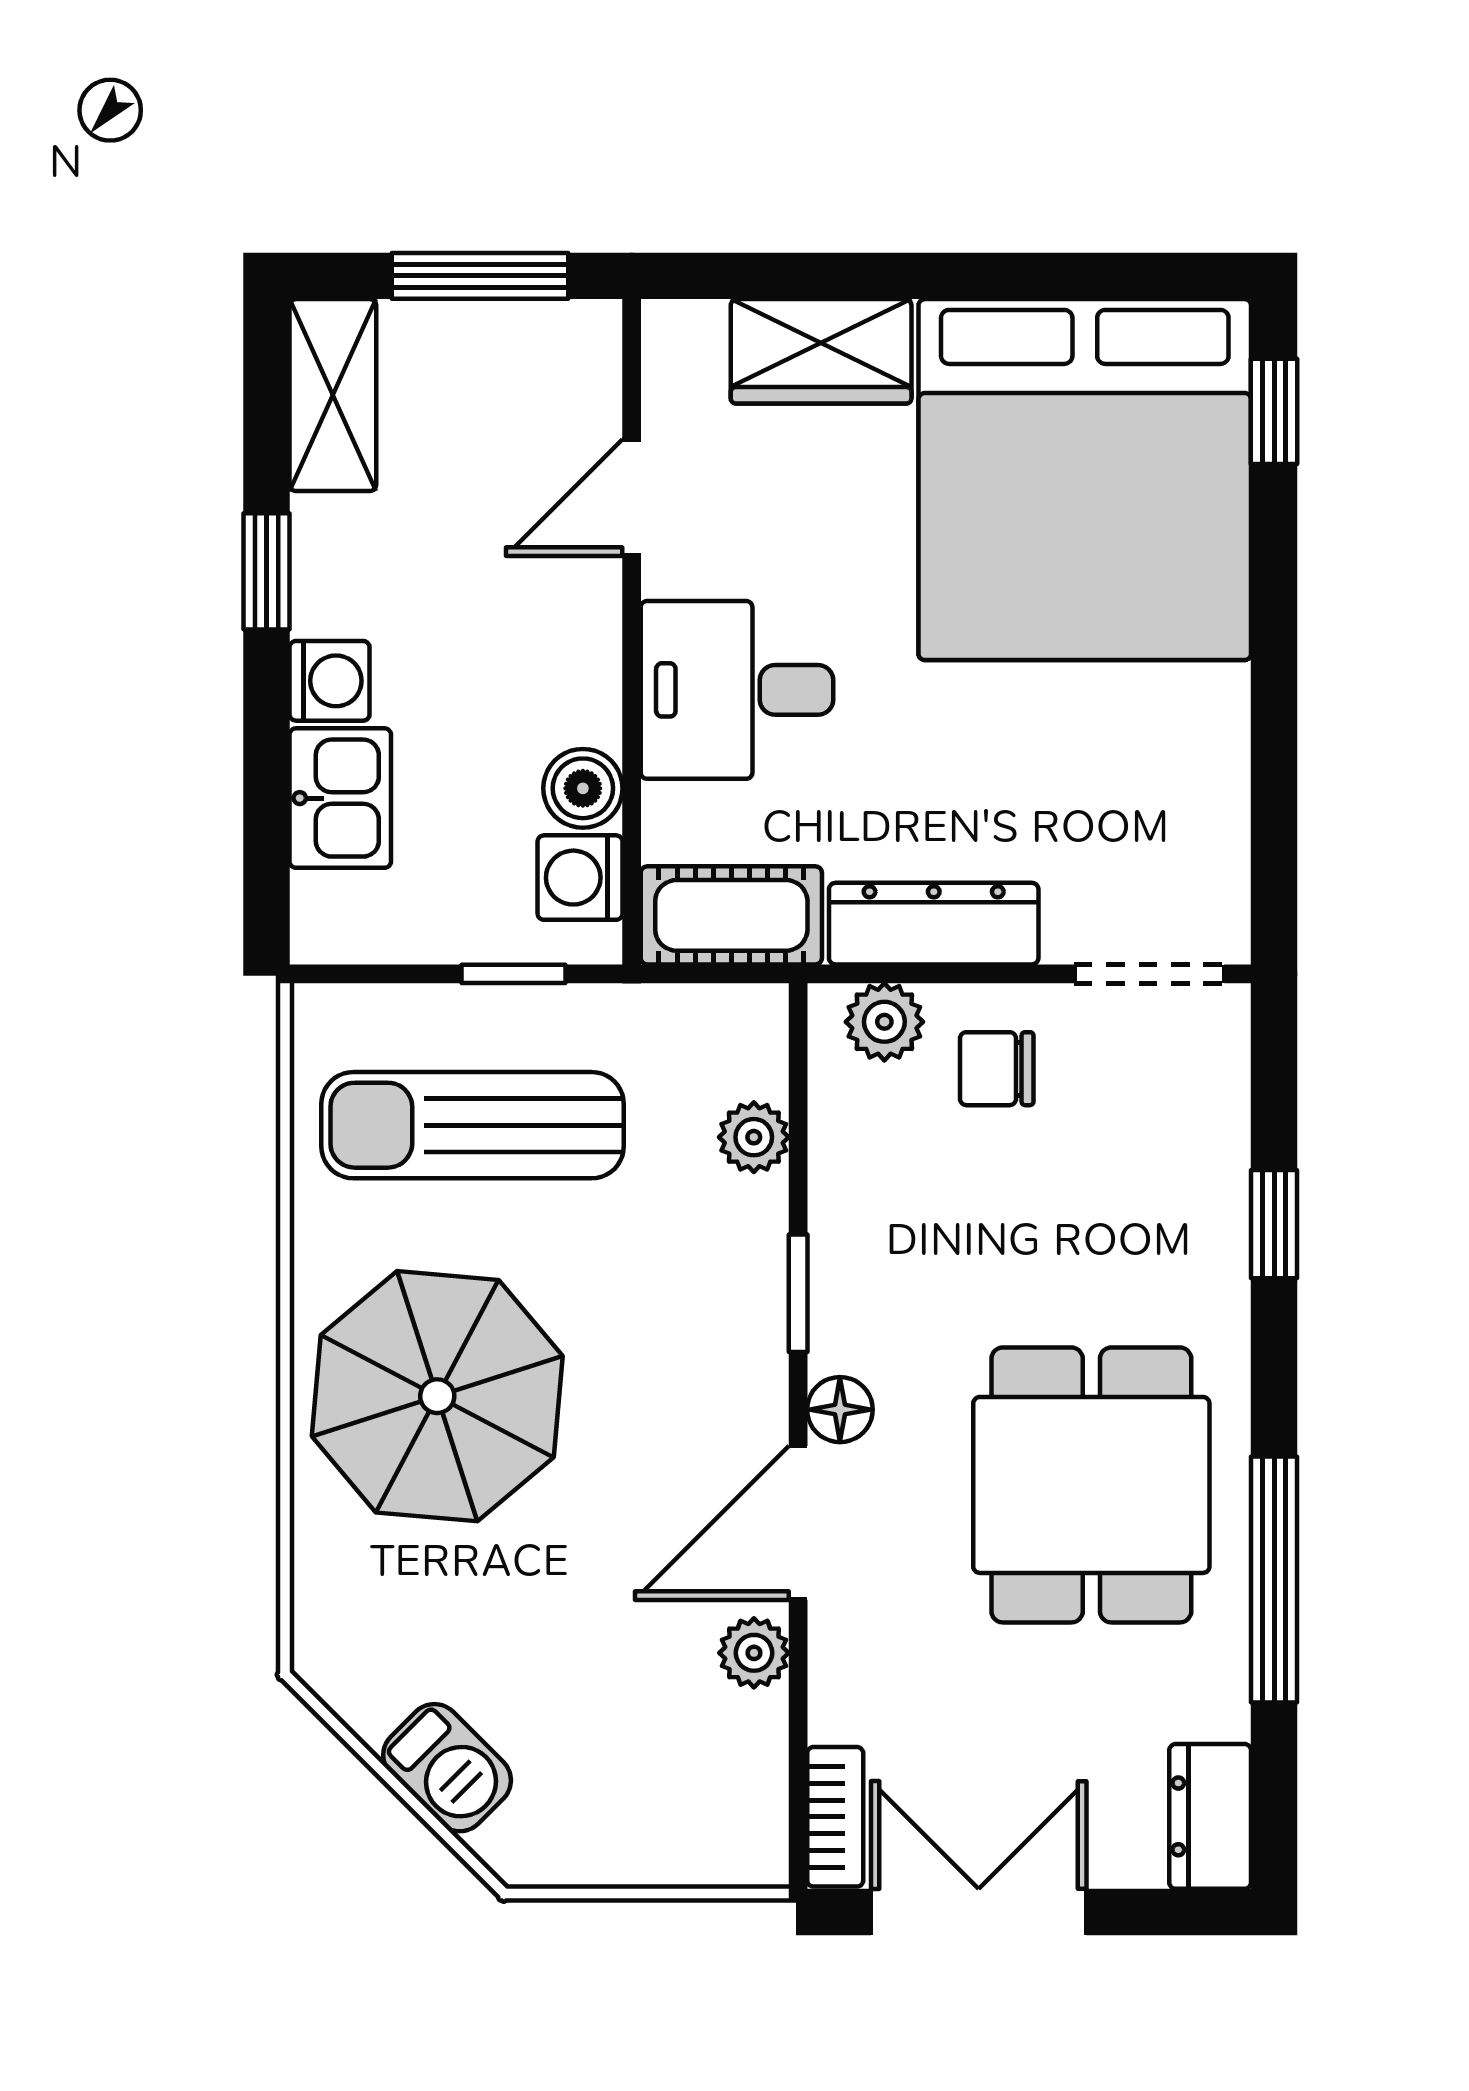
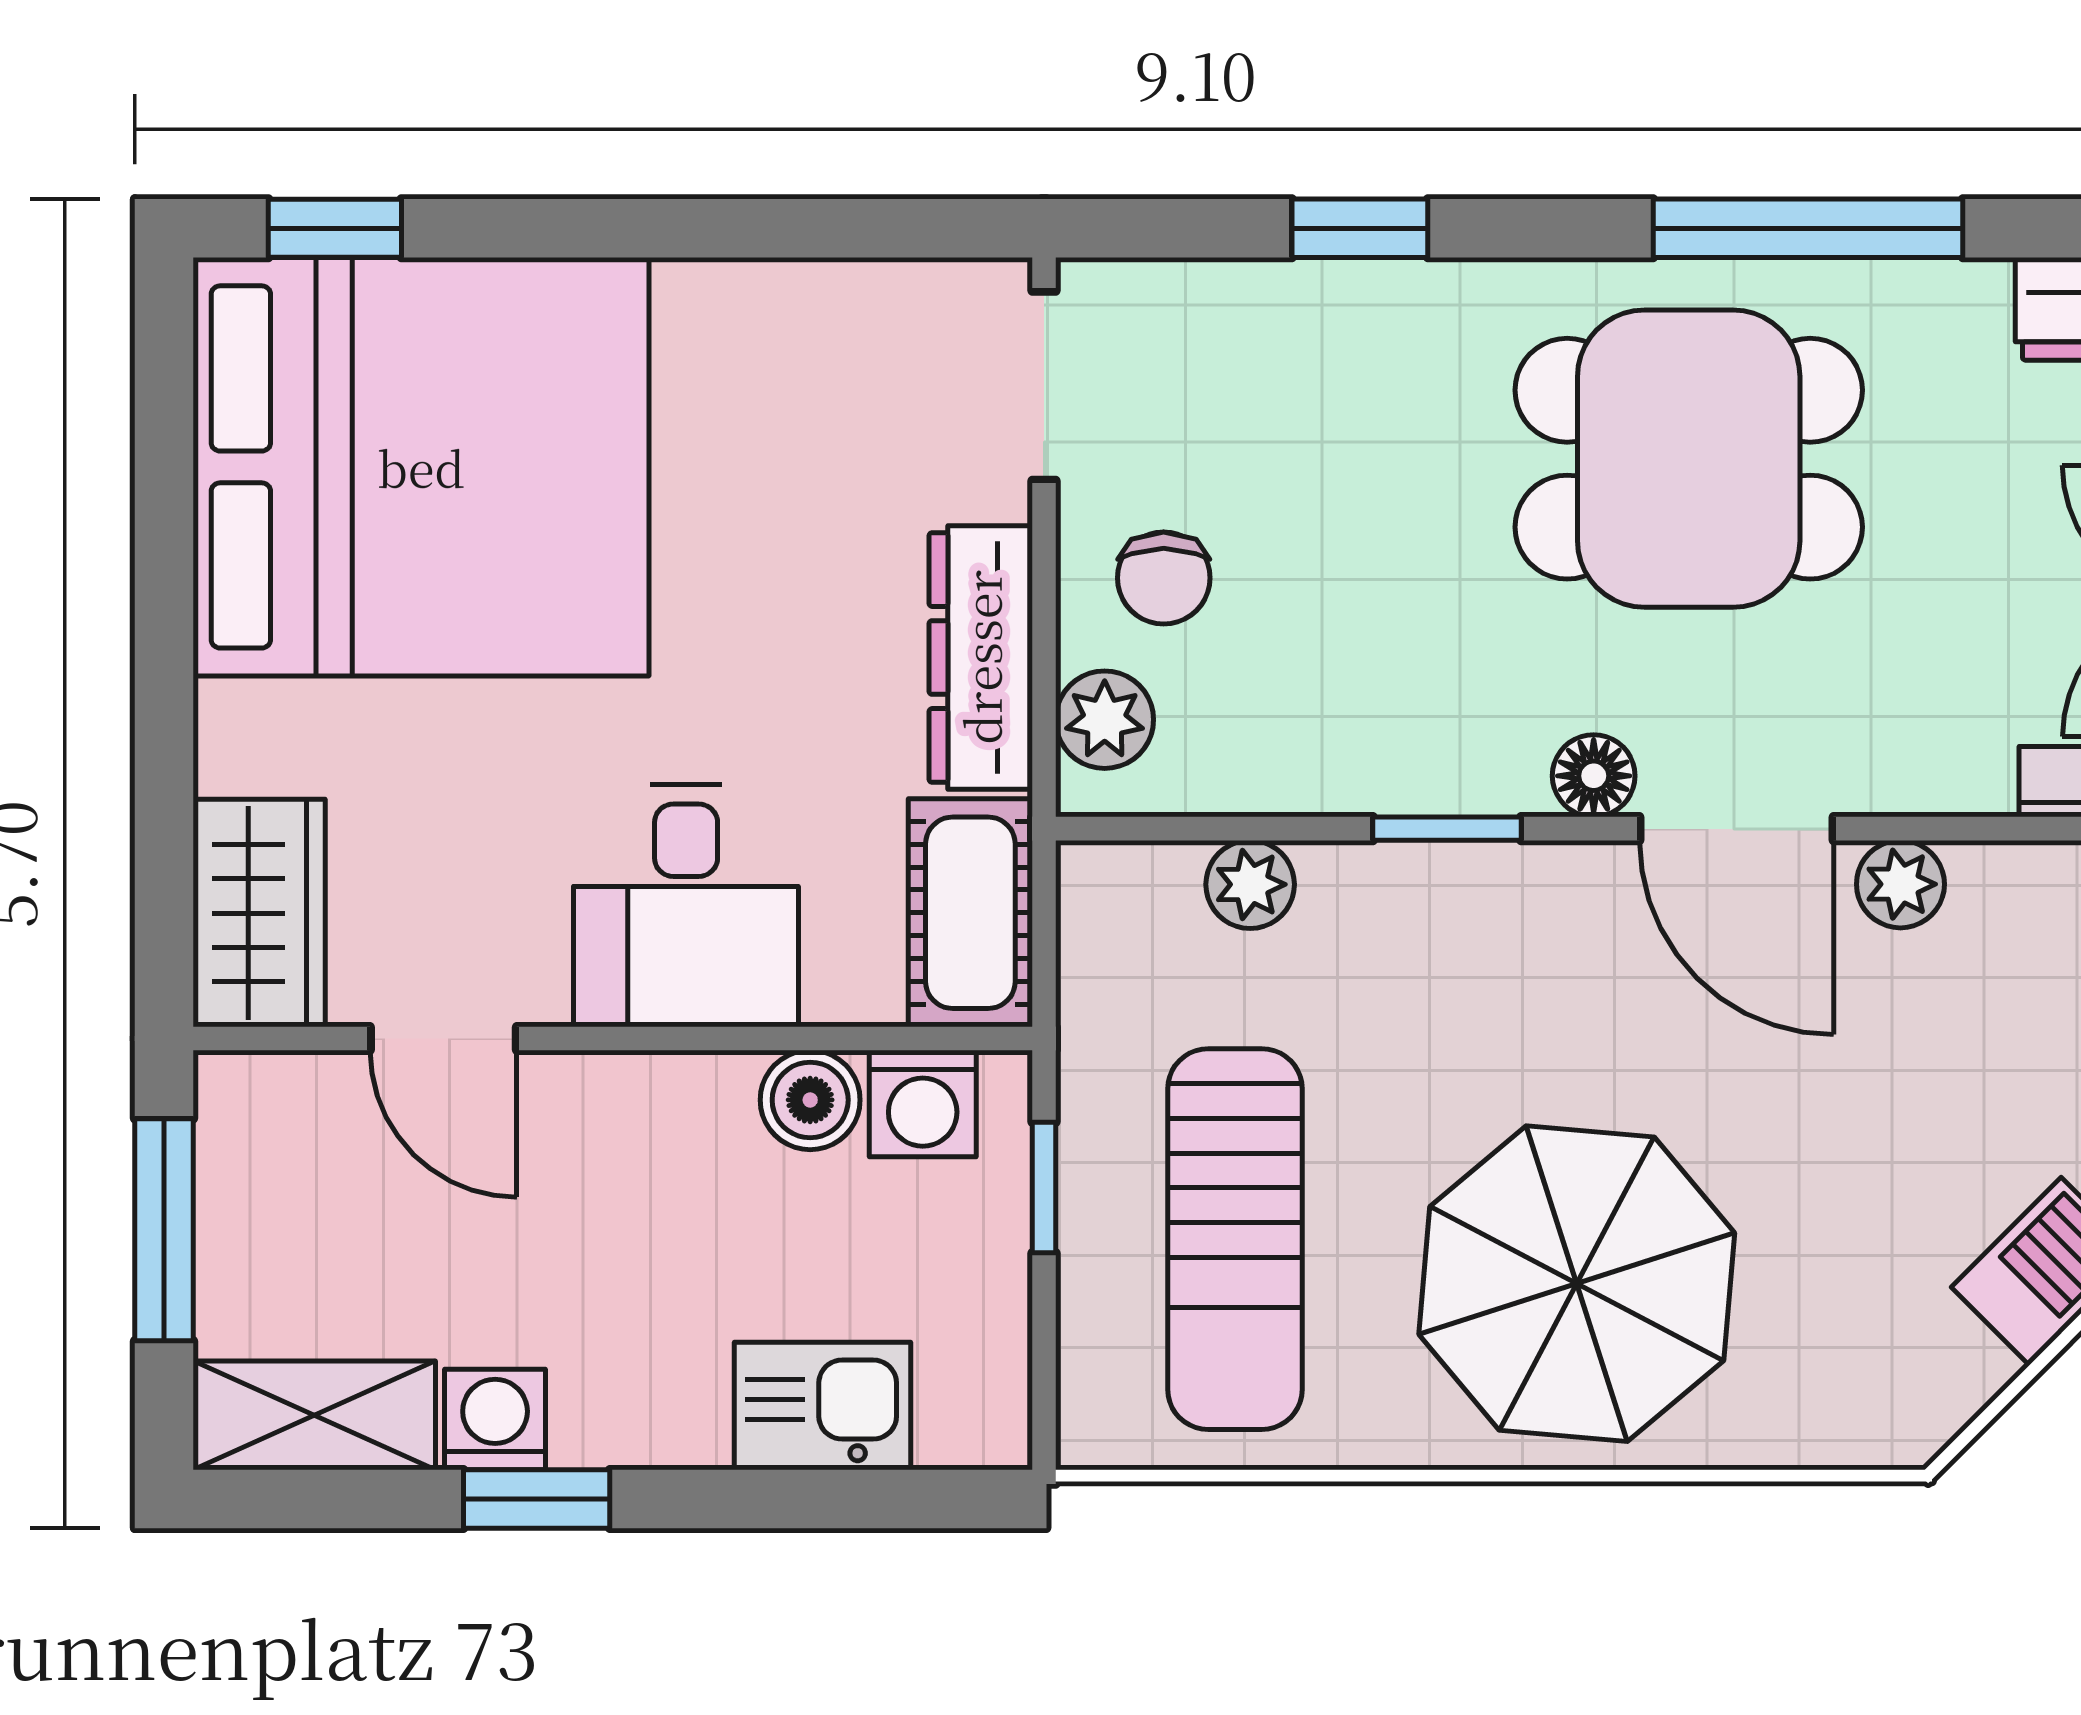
wardrobe: (821, 351) -> (259, 913), moved
washing machine: (330, 681) -> (495, 1419), moved

